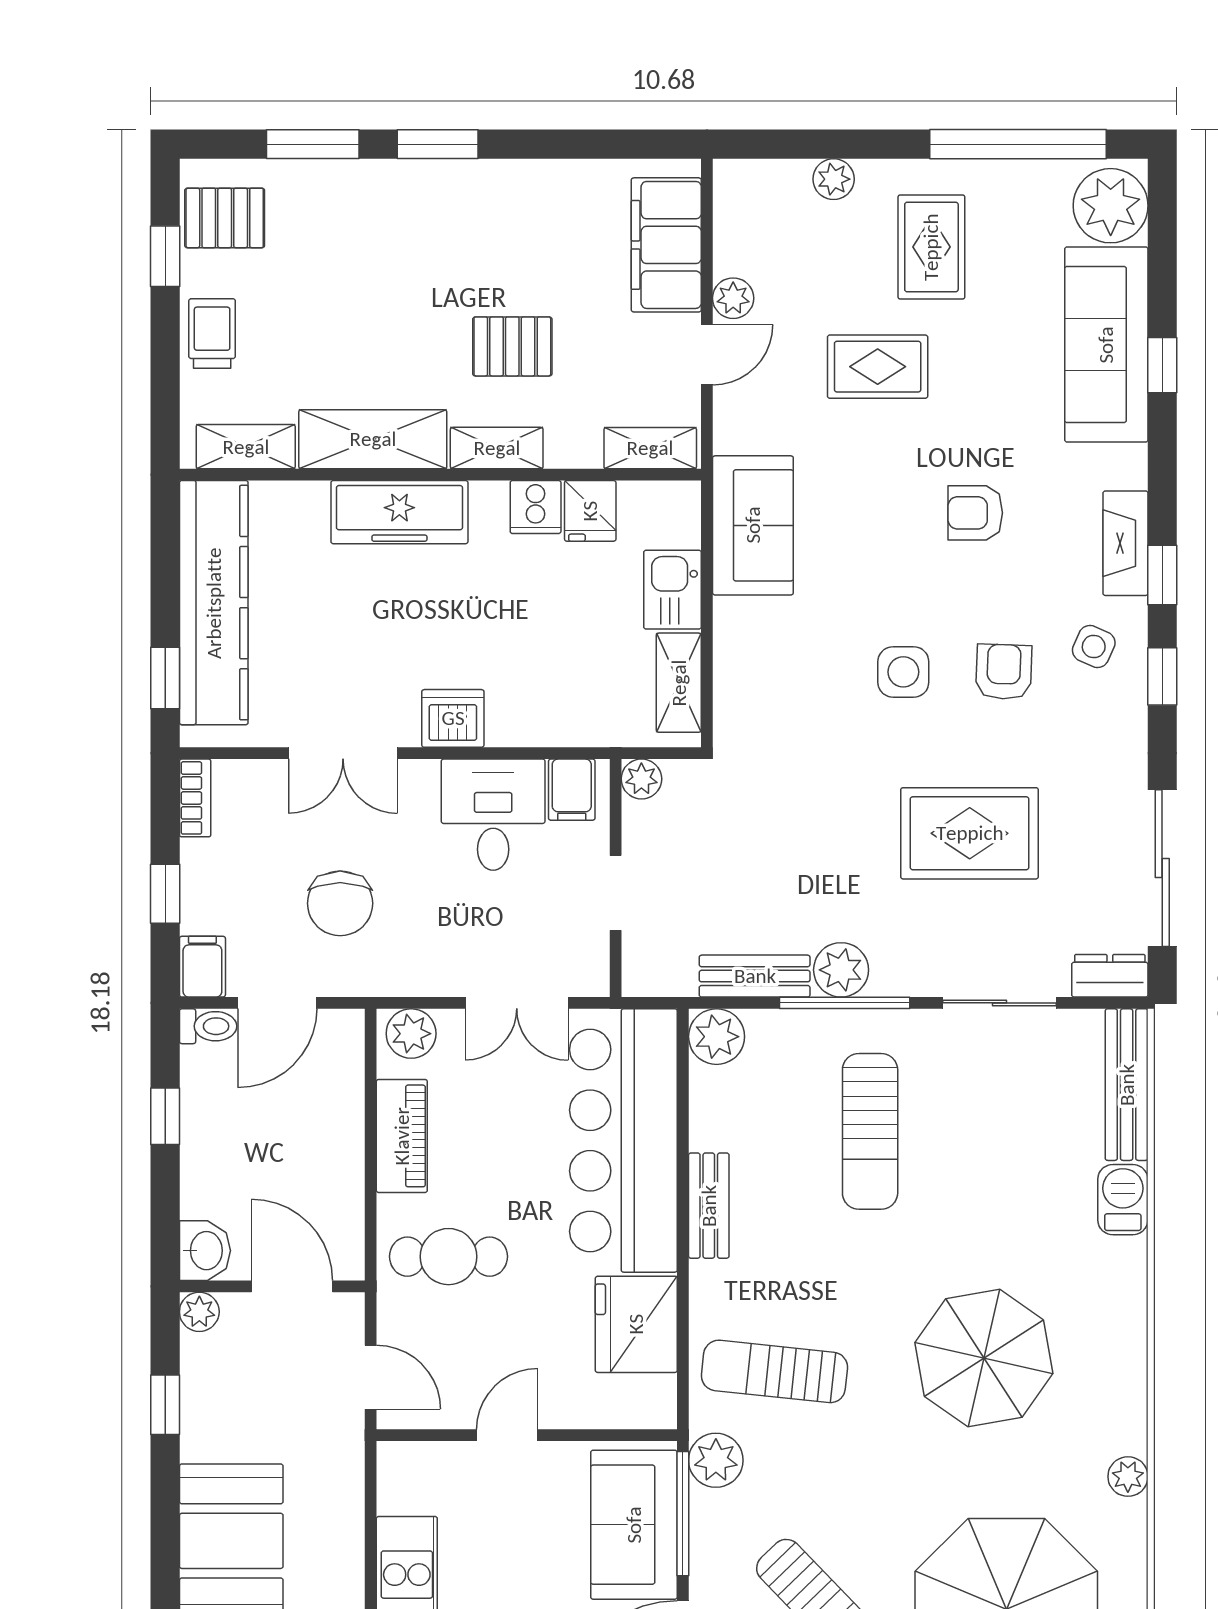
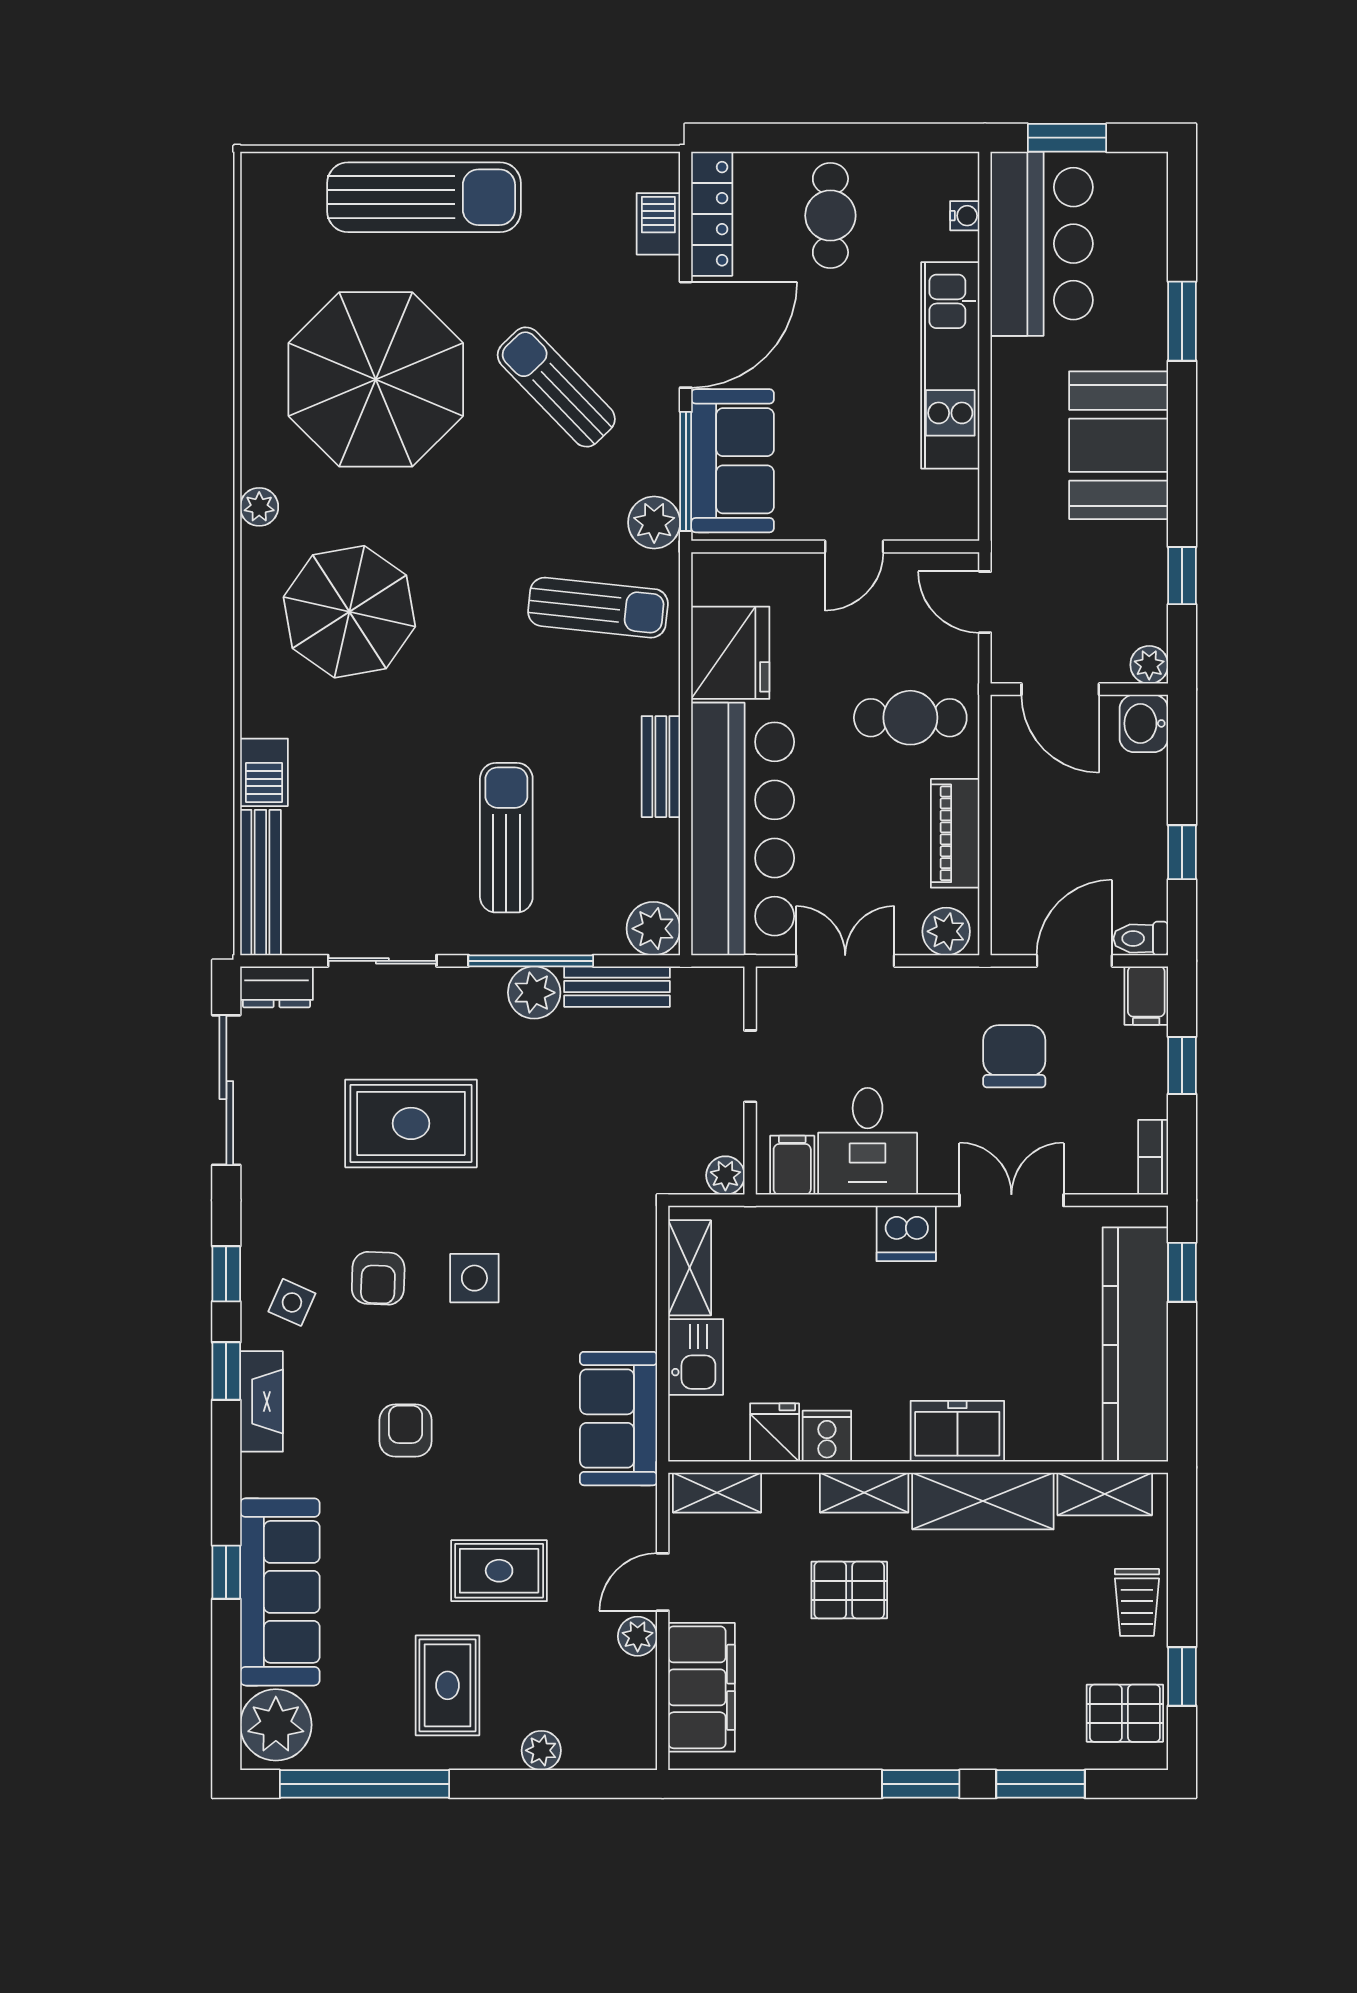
freezer: (399, 512) -> (957, 1431), width x0.71
armchair: (975, 513) -> (405, 1431), turned -90
parasol: (984, 1358) -> (349, 612), moved

